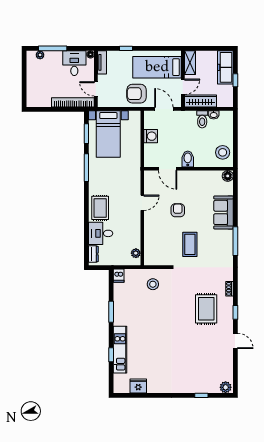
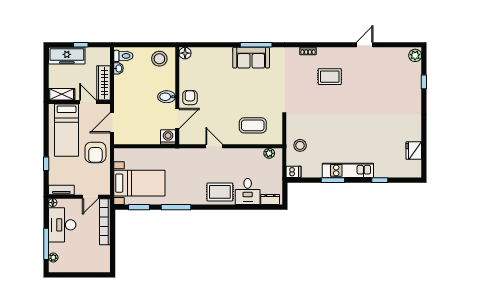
desk: (74, 63) -> (62, 225), width x1.37
toilet: (202, 119) -> (123, 56), moved
washing machine: (151, 136) -> (168, 137), moved
armchair: (178, 210) -> (190, 98), moved, turned 90
sofa: (224, 212) -> (251, 58), moved
coffee table: (190, 244) -> (253, 125), moved
stool: (153, 284) -> (300, 145), moved
rug: (206, 309) -> (330, 77), width x0.73, depth x0.70
window: (235, 312) -> (334, 45), removed
kitchen unit: (120, 350) -> (348, 170), moved

